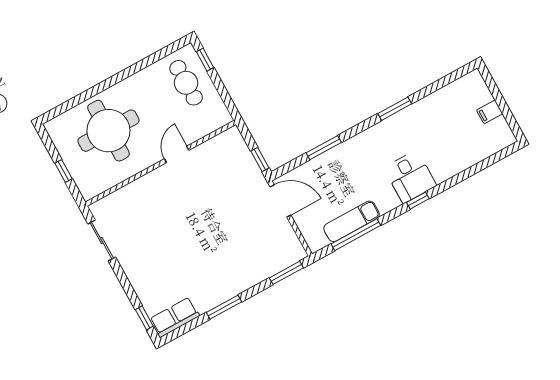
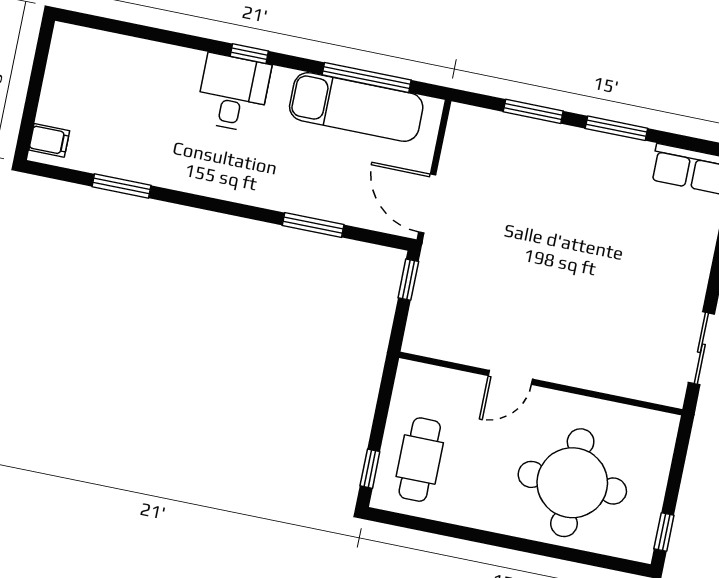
window: (395, 109) -> (122, 186), moved
filing cabinet: (490, 112) -> (49, 140), moved
window: (63, 171) -> (664, 532), moved
exam couch: (352, 221) -> (356, 107), width x1.36, depth x1.45
window: (286, 273) -> (533, 111), moved

